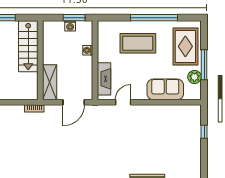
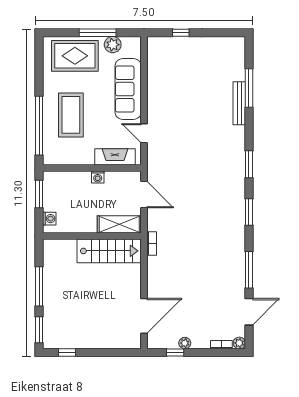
window: (154, 18) -> (39, 126), moved
washing machine: (70, 26) -> (49, 219), moved
stairs: (28, 46) -> (109, 251), moved
washing machine: (88, 50) -> (98, 177), moved
sofa: (165, 89) -> (128, 89), width x1.36

